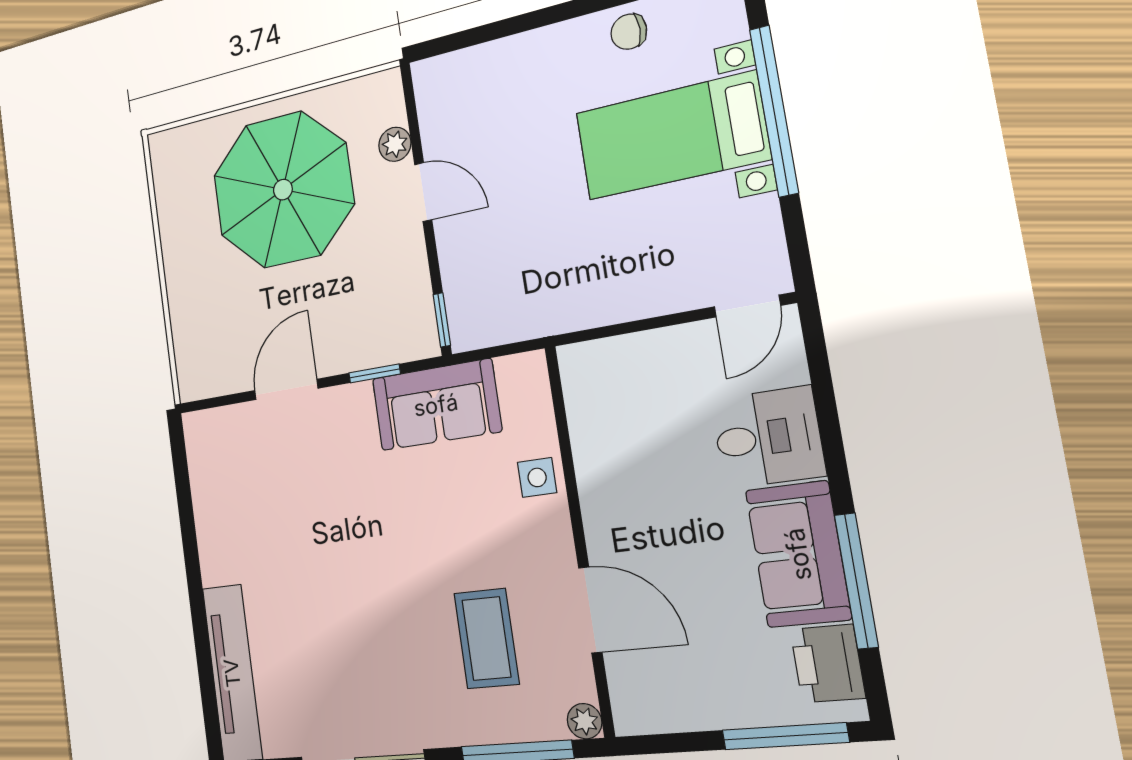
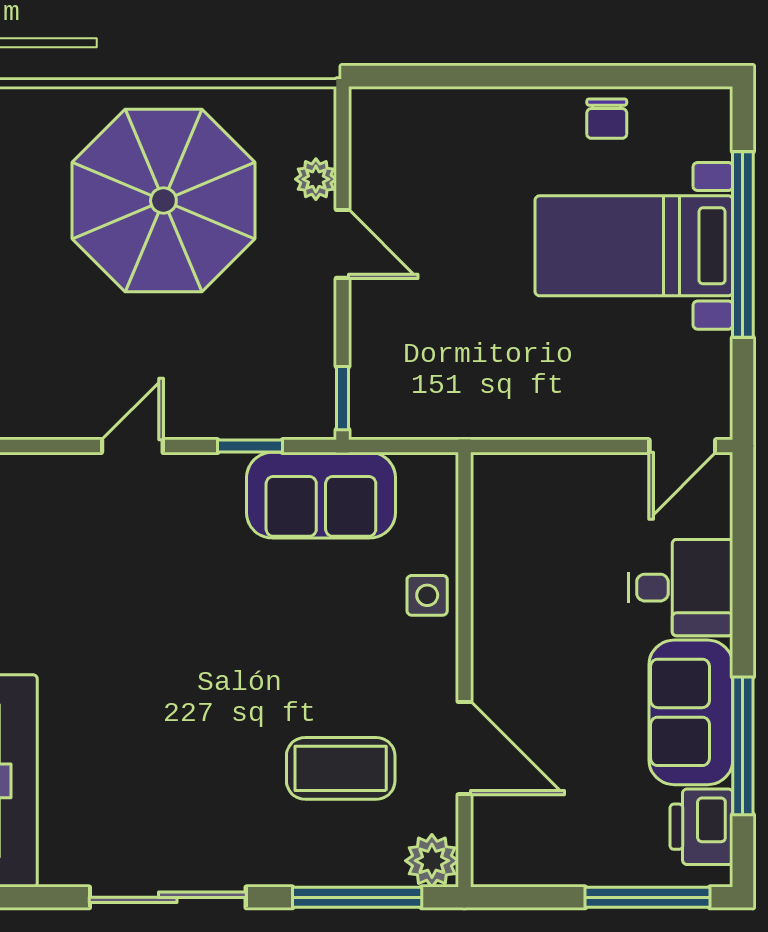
chair: (629, 32) -> (607, 119), turned -90
door: (286, 389) -> (132, 446), width x0.73
coffee table: (486, 639) -> (341, 768), turned 90
plant: (585, 721) -> (432, 861), width x1.38, depth x1.38

